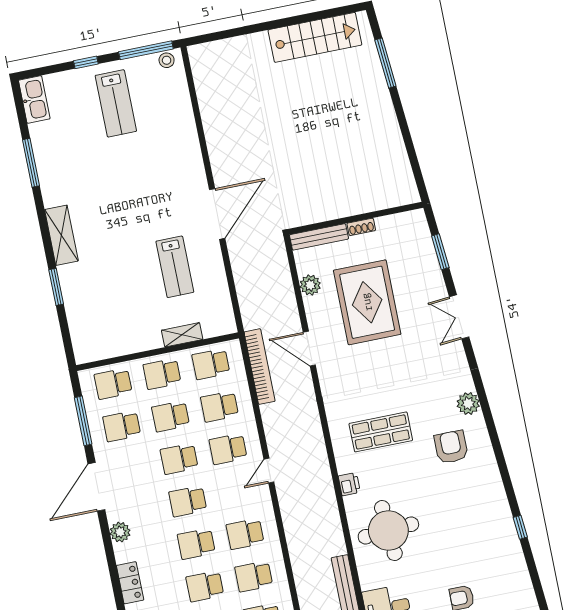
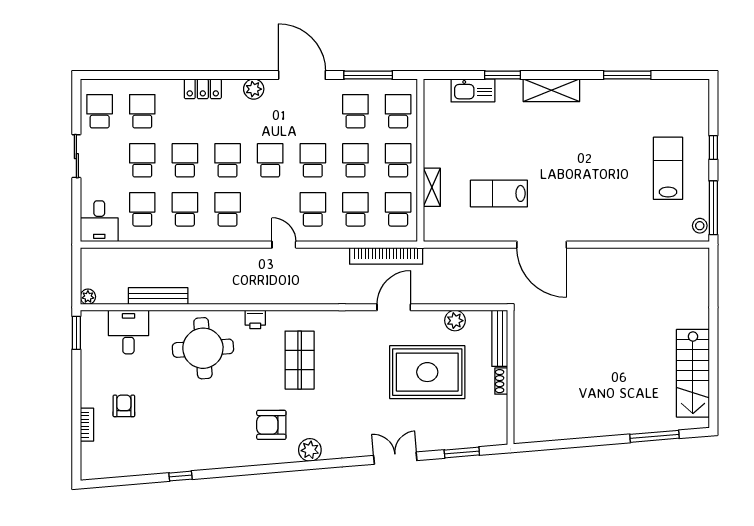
kitchen sink: (34, 99) -> (473, 90), moved
lab bench: (116, 103) -> (668, 168), turned 90
armchair: (451, 447) -> (271, 425), turned 180

